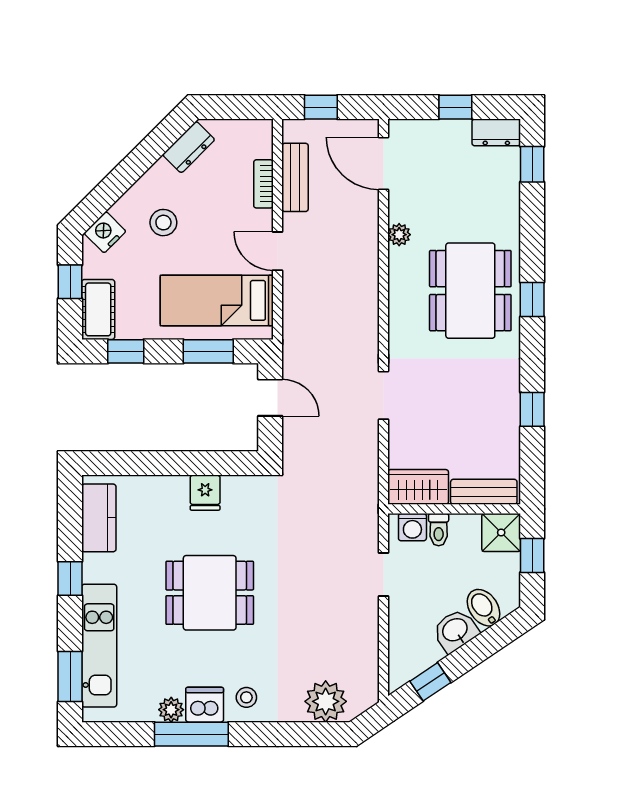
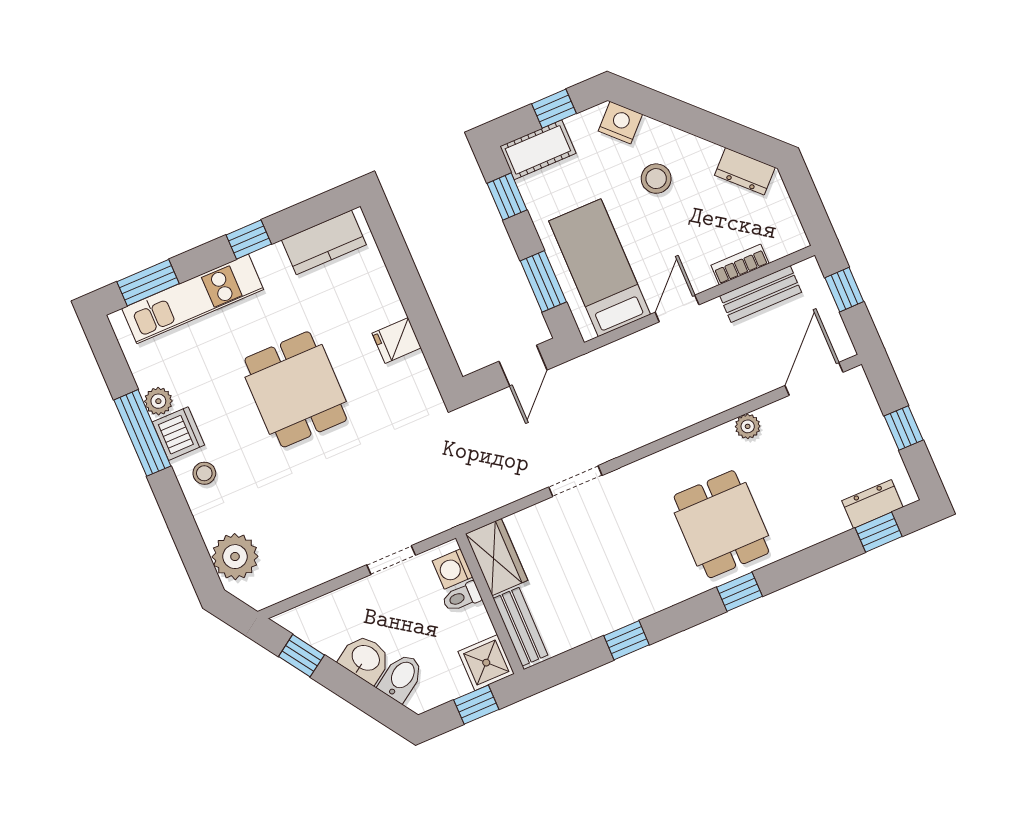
dresser: (496, 132) -> (872, 504), moved, turned 90
dining table: (470, 291) -> (721, 524), width x0.73

